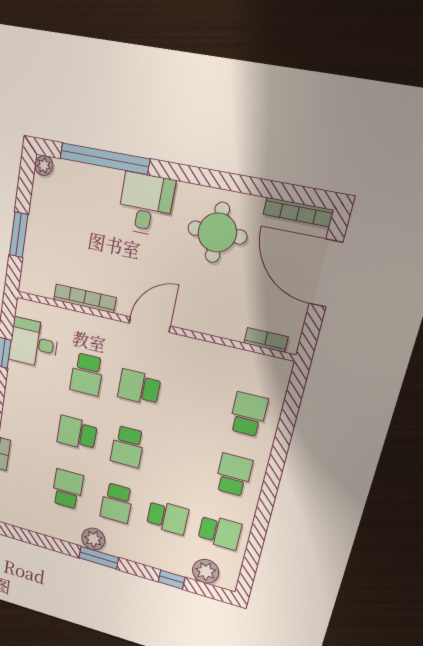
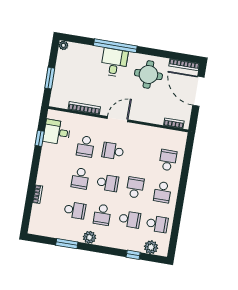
window: (105, 159) -> (115, 46), moved
school desk: (77, 433) -> (80, 178), turned -90
school desk: (128, 447) -> (108, 183), turned -90
school desk: (180, 460) -> (135, 187), added
school desk: (234, 475) -> (163, 192), turned 180
school desk: (67, 489) -> (75, 210), turned 90
window: (99, 558) -> (67, 244), moved

